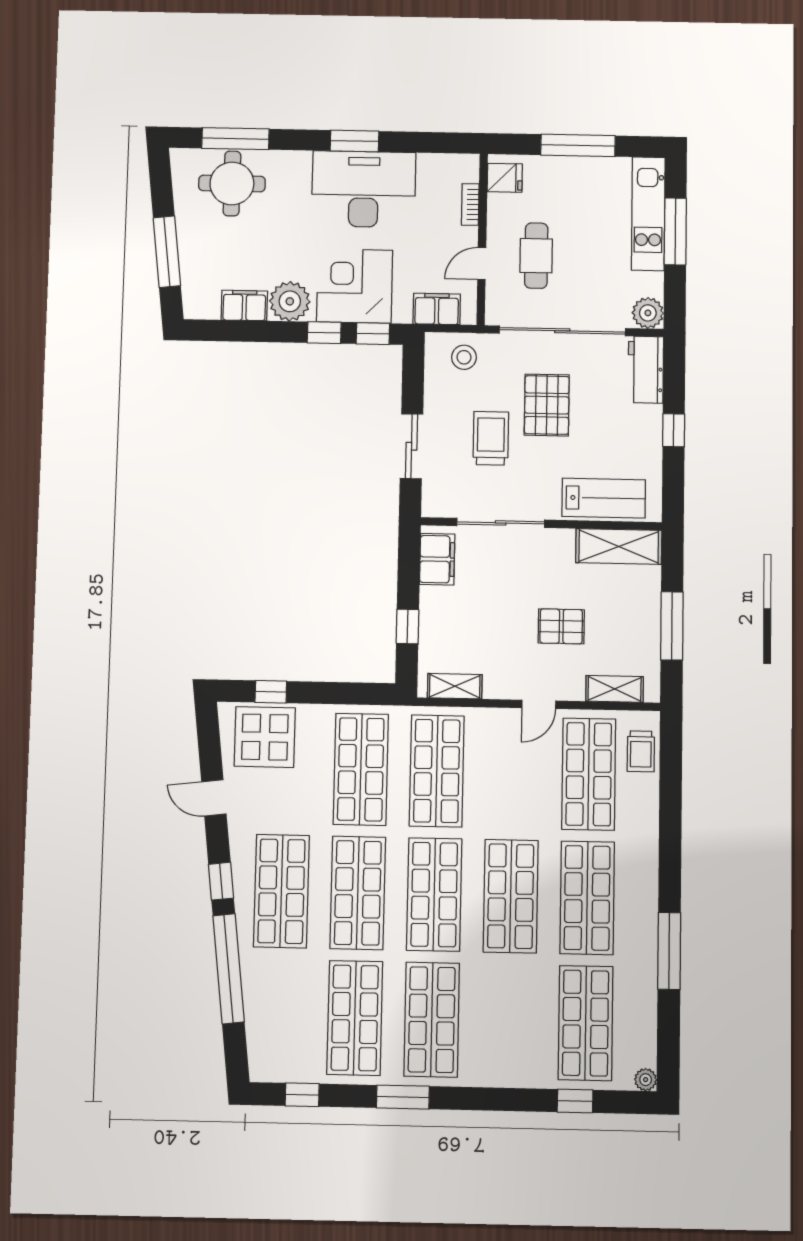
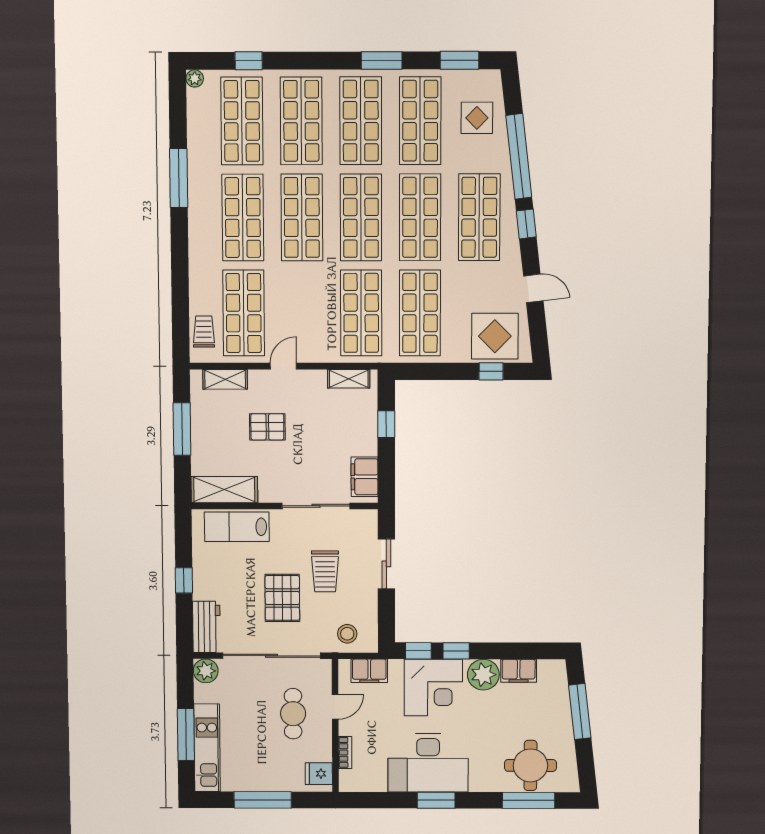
display table: (281, 1020) -> (477, 118), added
shop shelf: (509, 1021) -> (301, 121), added
window: (302, 1095) -> (460, 60), width x1.50

